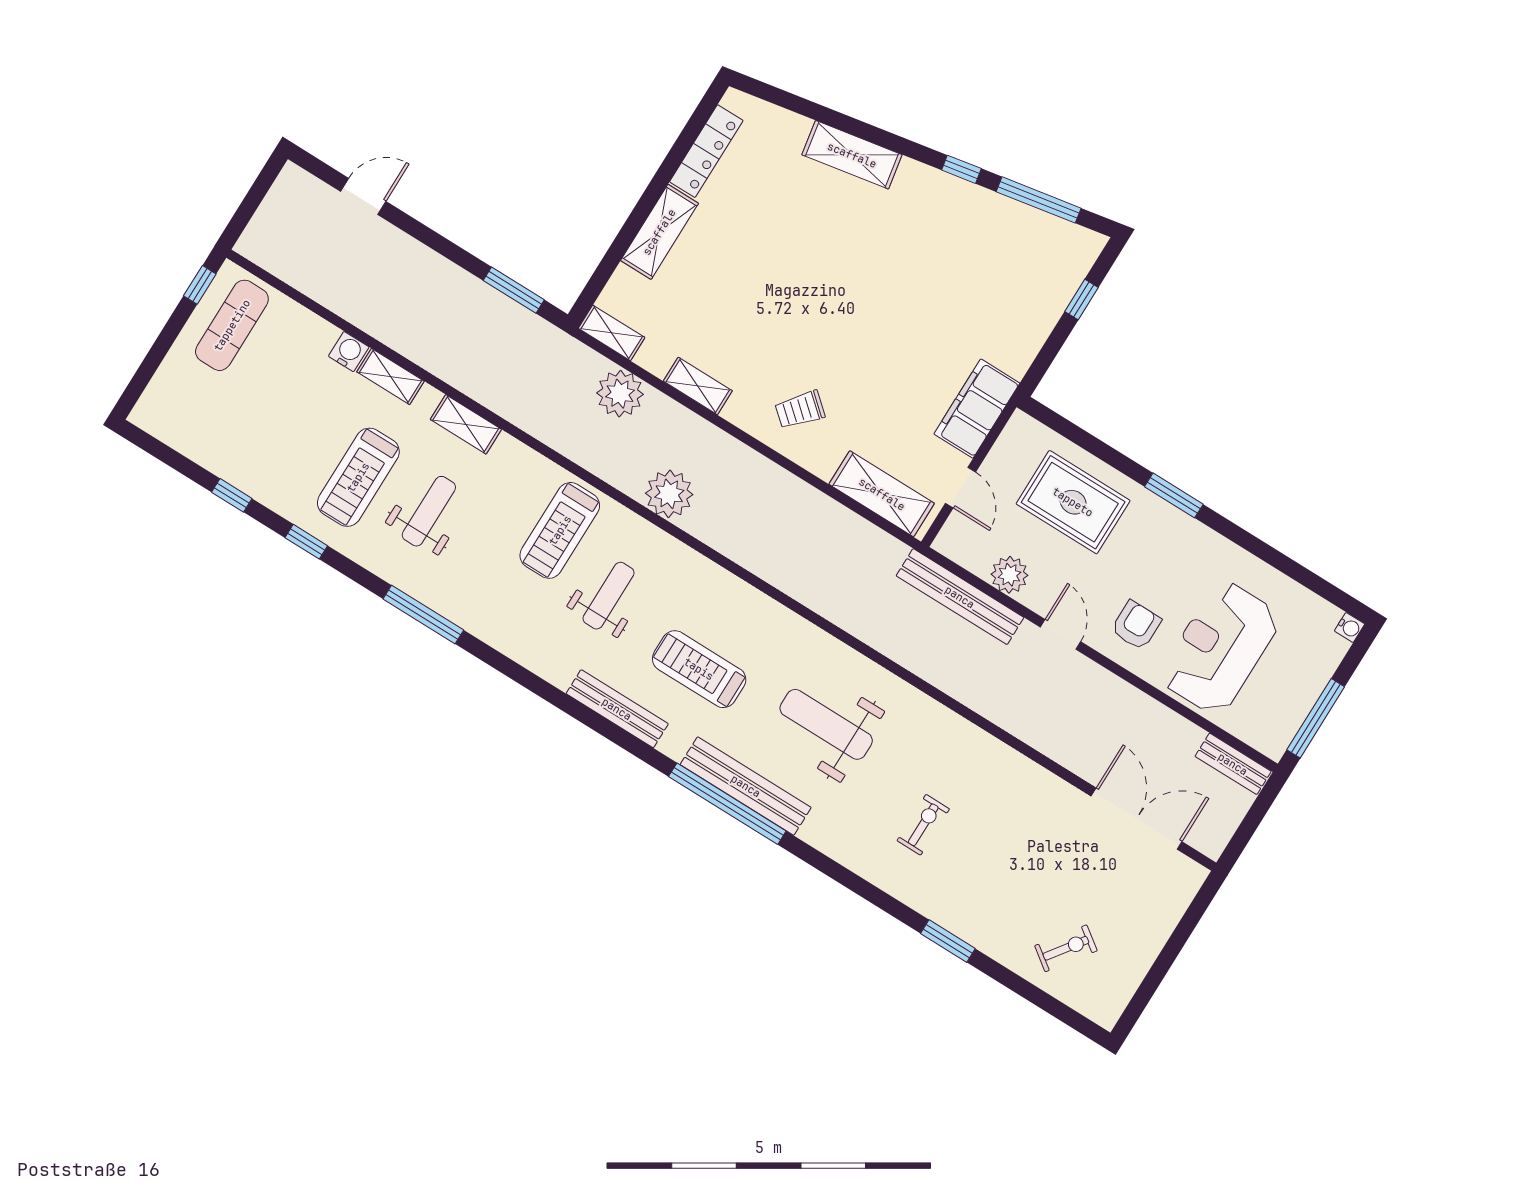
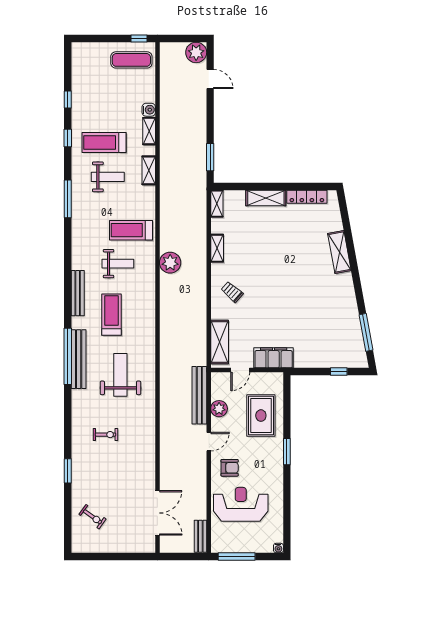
window: (961, 169) -> (359, 296), removed
plant: (620, 394) -> (196, 52), moved

